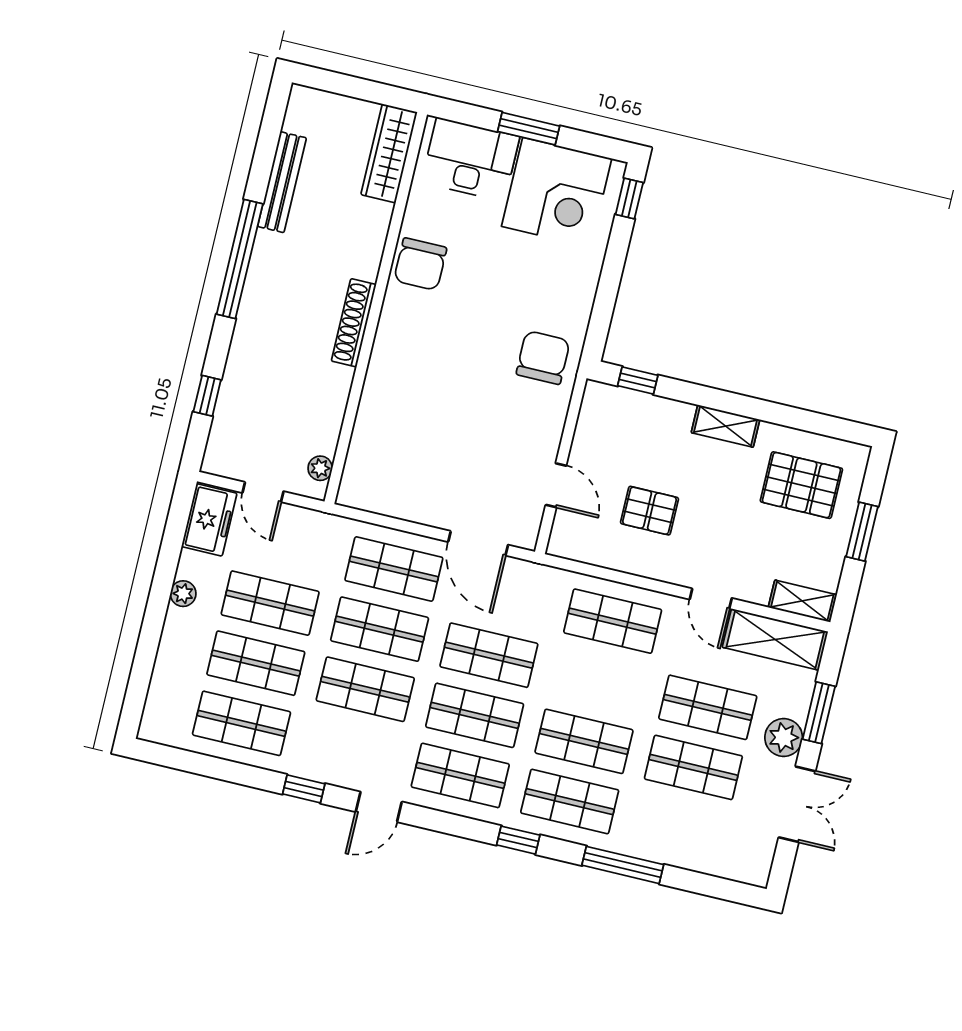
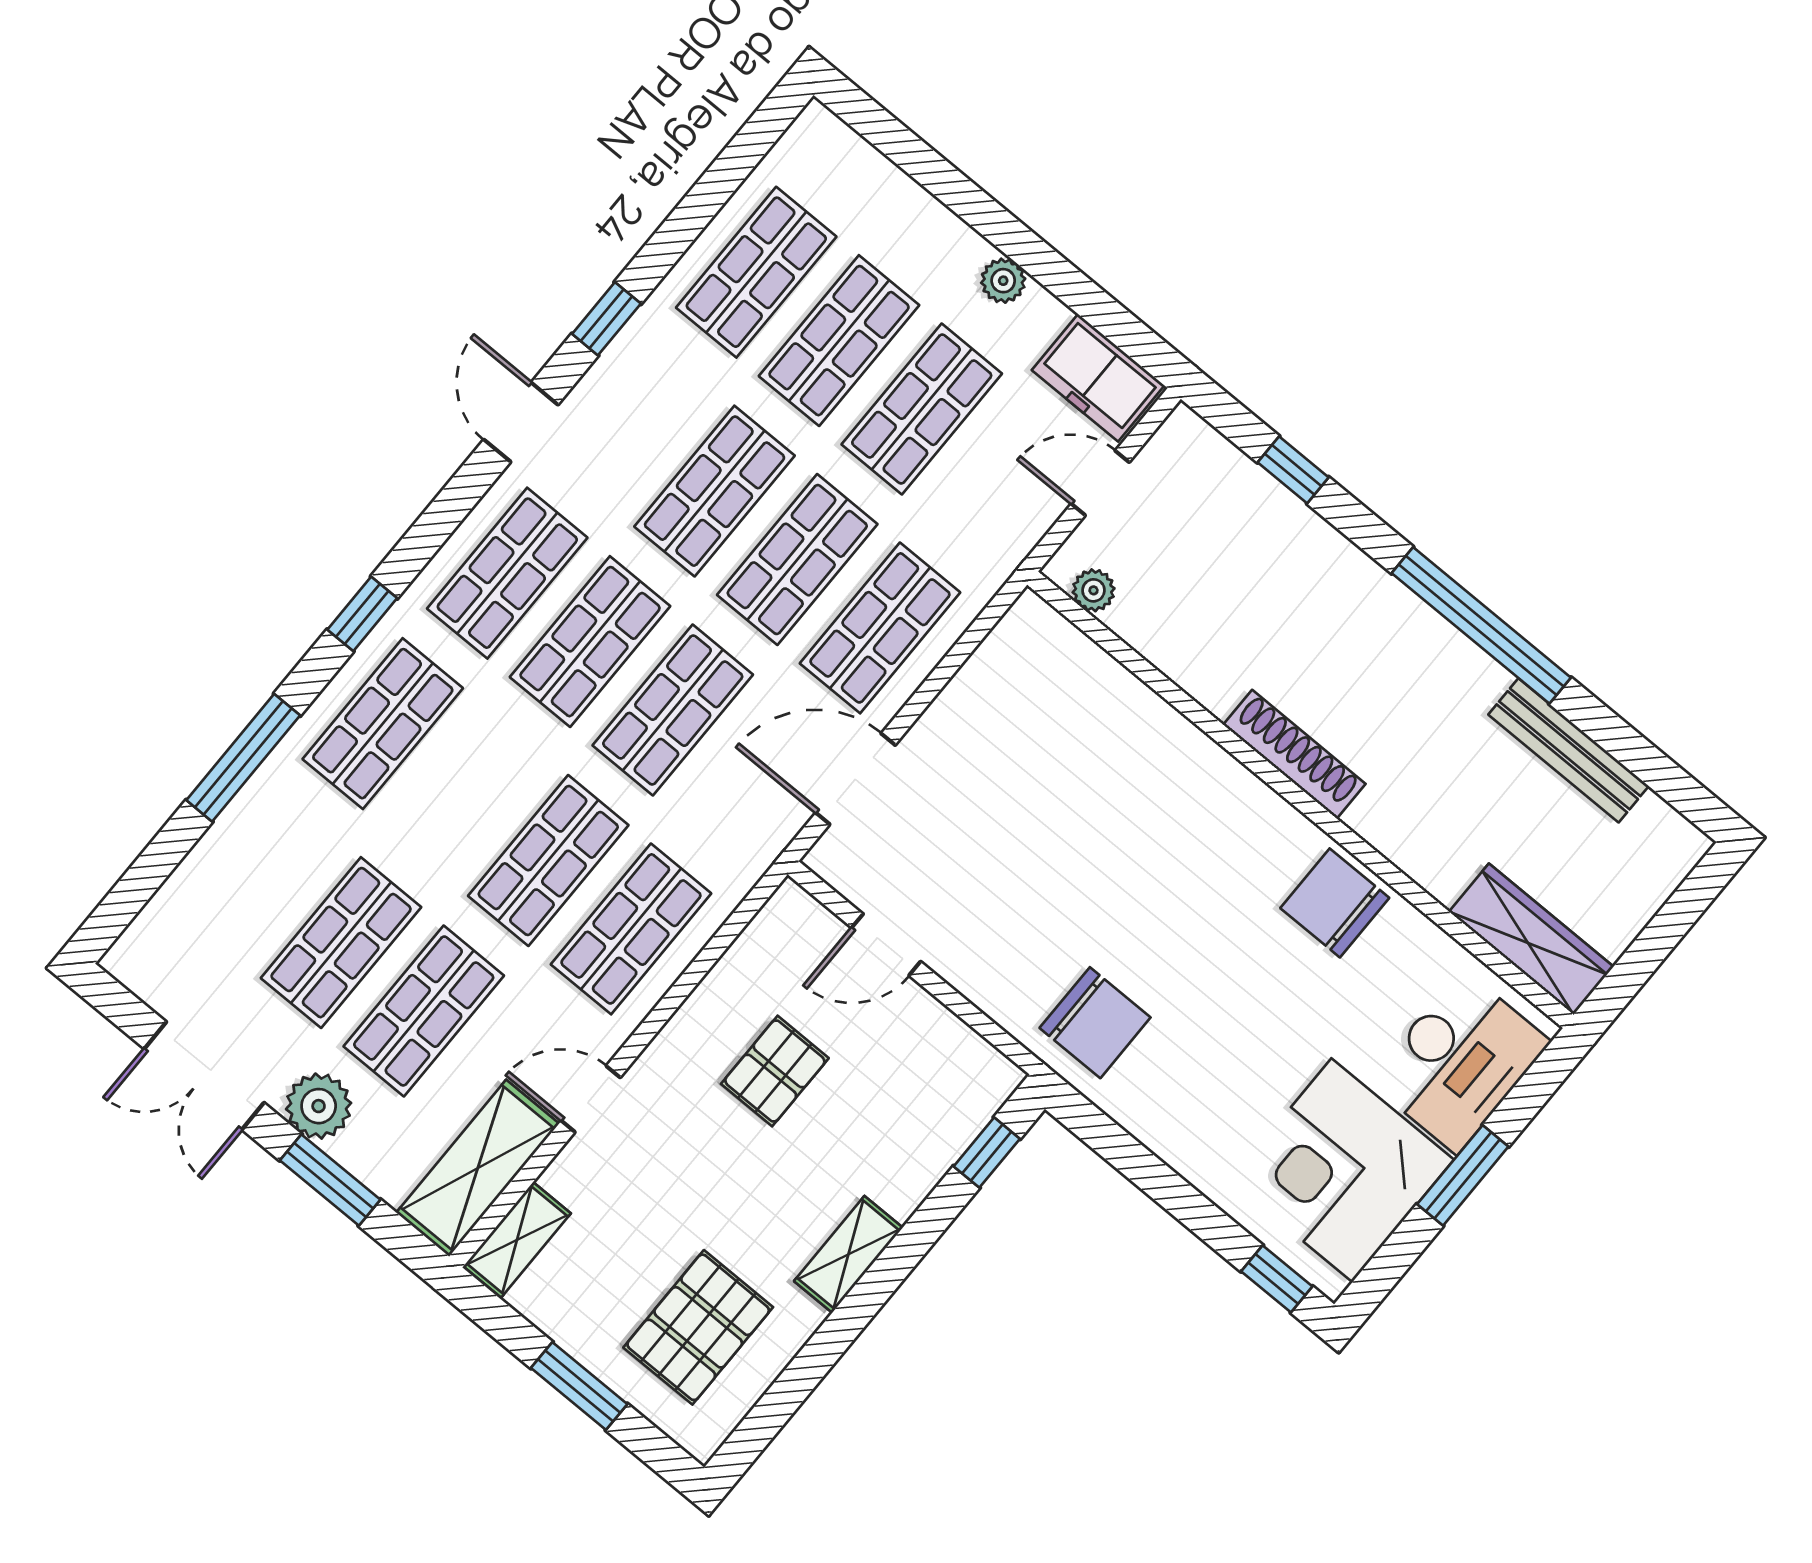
shop shelf: (584, 741) -> (548, 860), moved

